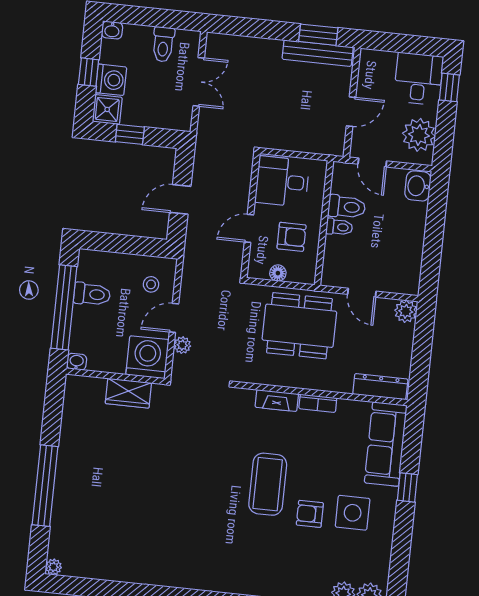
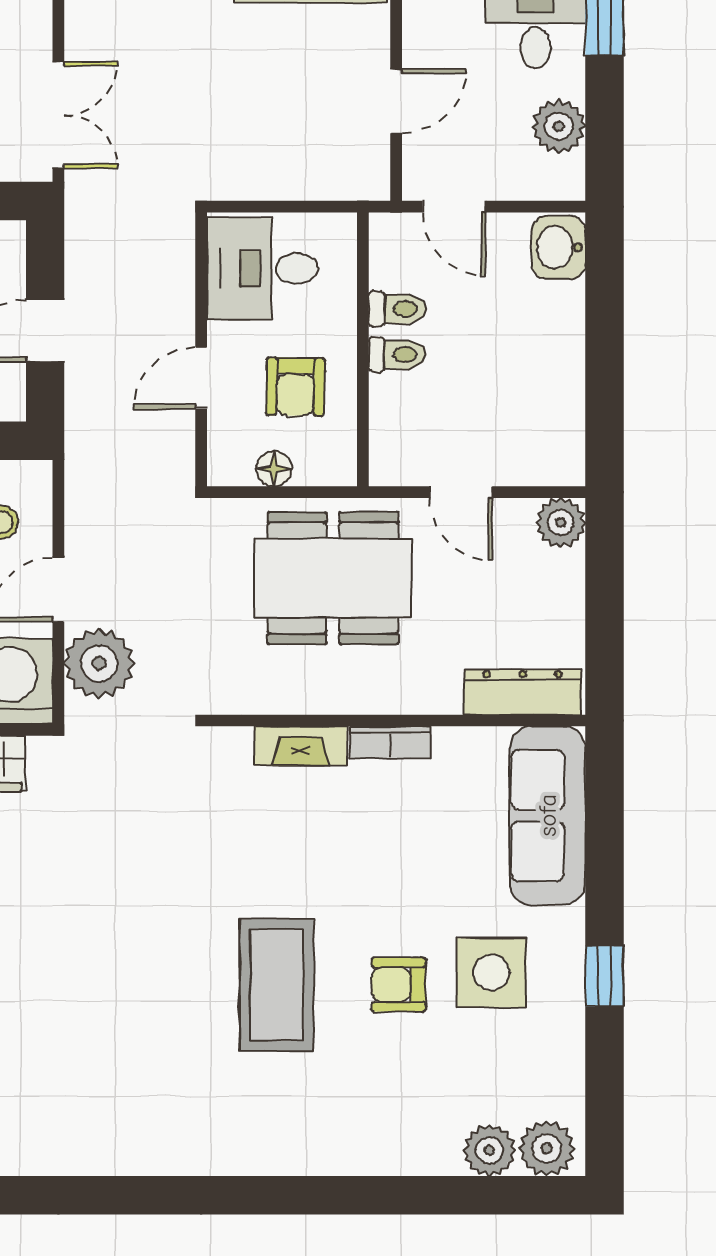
double door: (199, 82) -> (58, 115), moved
plant: (419, 135) -> (559, 126), width x0.73, depth x0.73
toilet: (347, 207) -> (397, 309), width x0.73, depth x0.72
armchair: (292, 237) -> (295, 387), turned 91
plant: (182, 345) -> (99, 663), width x1.88, depth x1.88
coffee table: (268, 484) -> (277, 985), moved
window: (407, 487) -> (605, 976), moved

